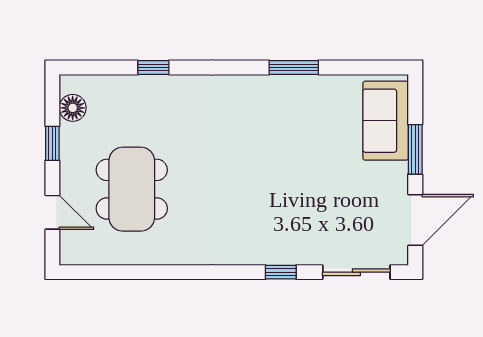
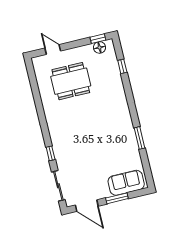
window: (153, 68) -> (122, 66), moved
window: (52, 143) -> (98, 39), moved
door: (52, 212) -> (53, 50), swing flipped

